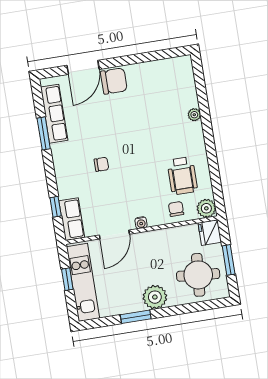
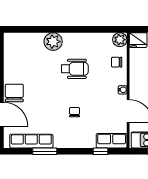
plant: (194, 115) -> (53, 42), width x1.88, depth x1.88
wheelchair: (182, 176) -> (75, 69), moved

